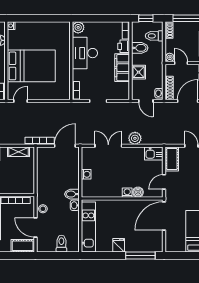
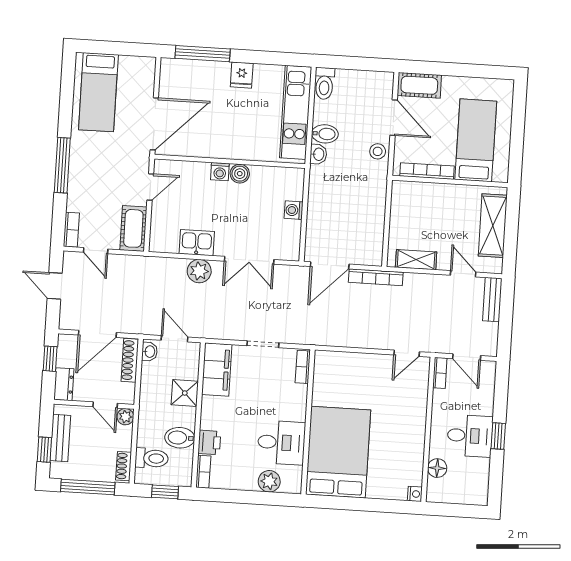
plant: (78, 27) -> (269, 481), moved
desk: (85, 53) -> (281, 443), width x0.73
bed: (31, 66) -> (338, 452), moved, turned 90
filing cabinet: (122, 68) -> (217, 370), moved
kitchen sink: (154, 154) -> (197, 243), moved
boiler: (138, 192) -> (240, 174), moved
bidet: (72, 194) -> (325, 134), moved
toilet: (61, 244) -> (324, 83), moved

